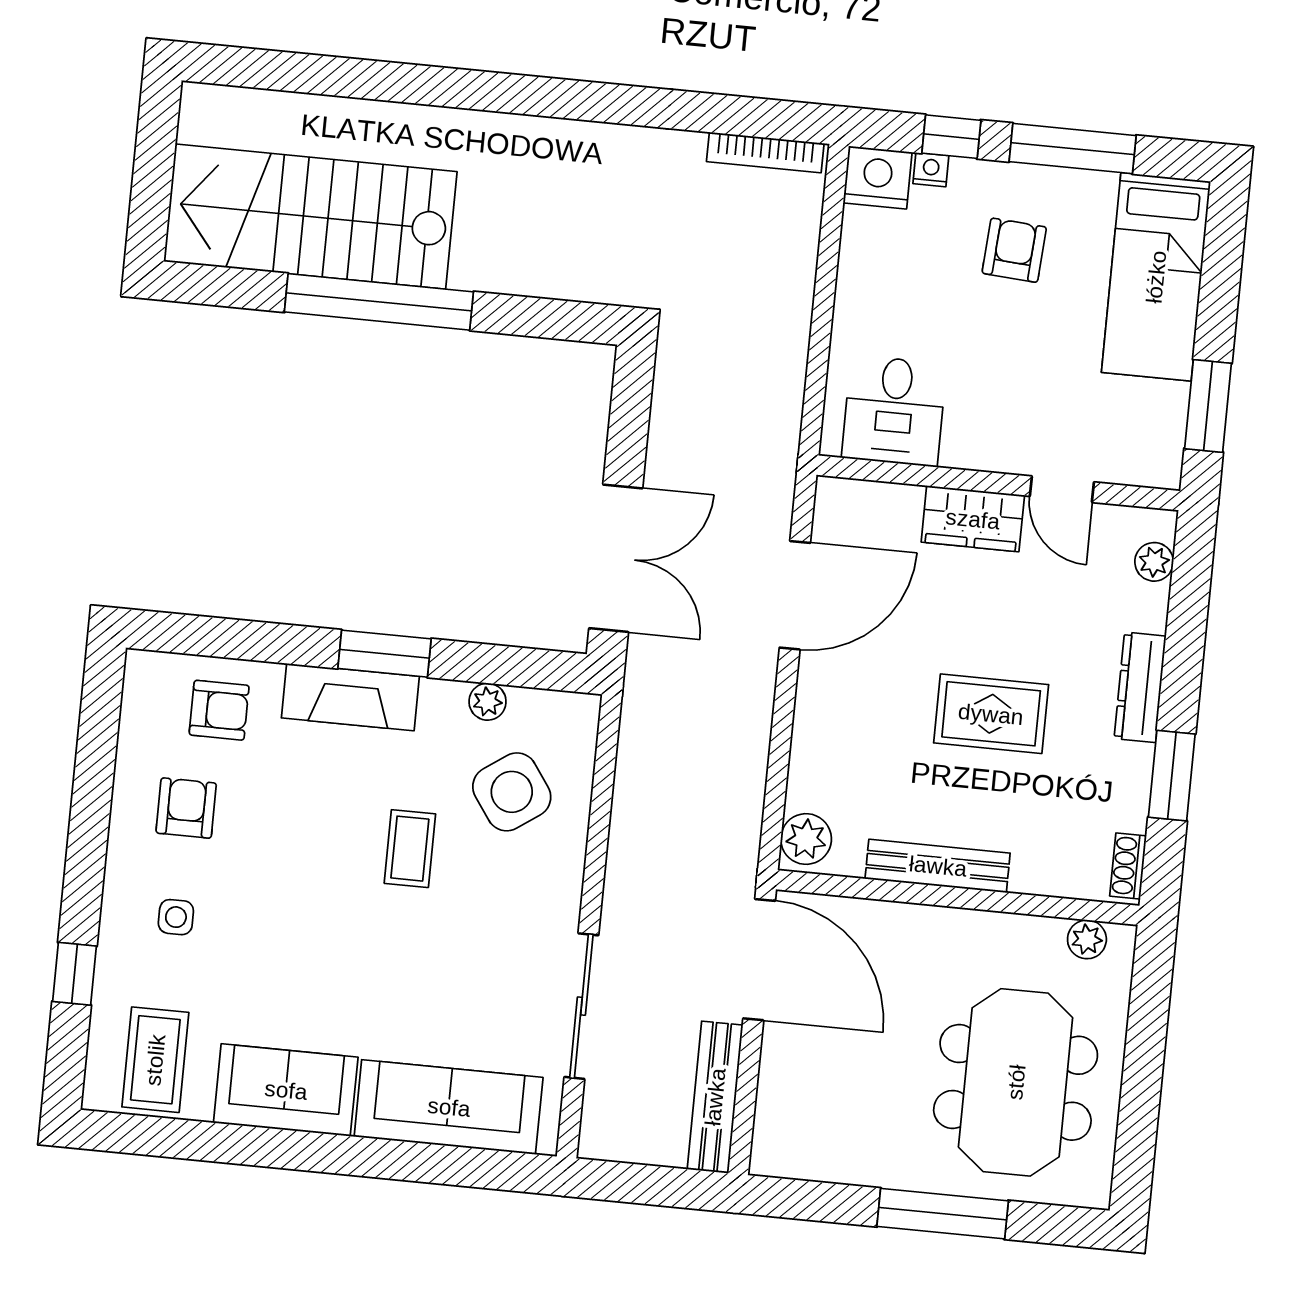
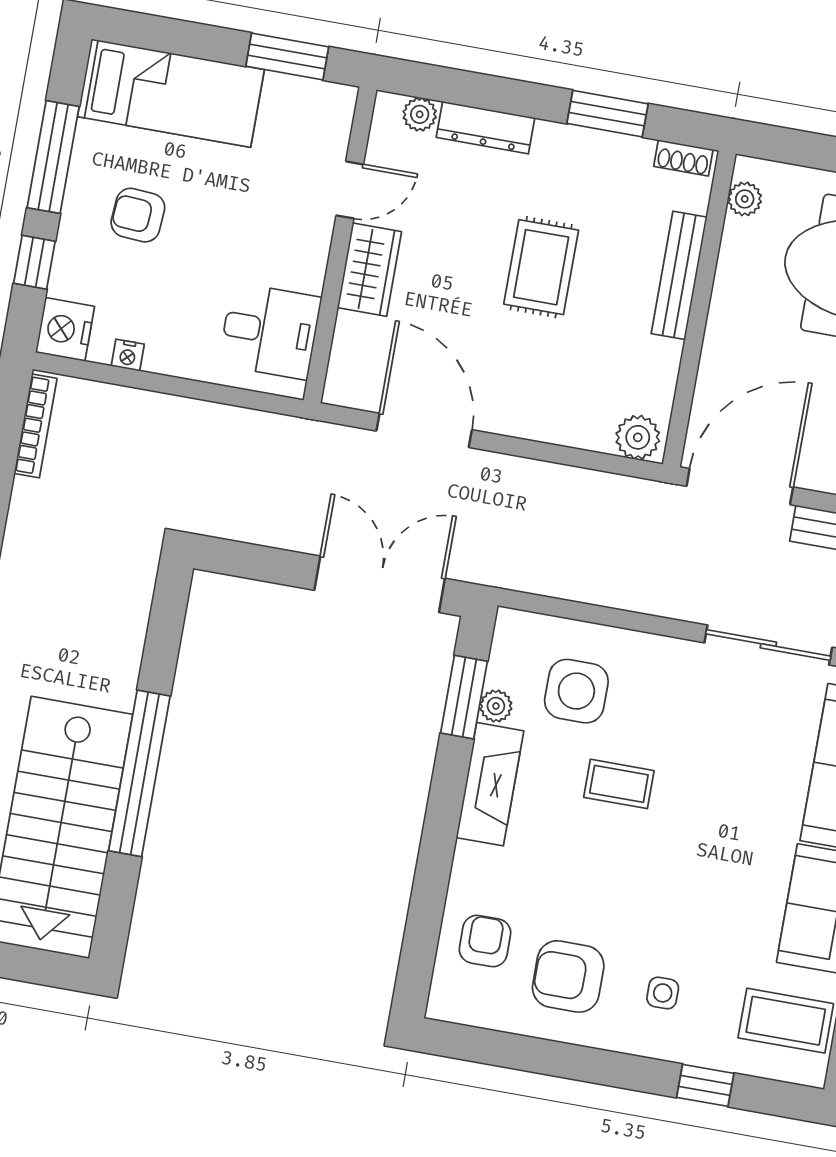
nightstand: (931, 170) -> (128, 355), moved, turned -90
window: (384, 654) -> (464, 697), moved
dresser: (1140, 687) -> (486, 128), moved
fireplace: (350, 697) -> (490, 784), moved
side table: (512, 792) -> (576, 691), turned 35
armchair: (186, 808) -> (568, 976), width x1.38, depth x1.38
bench: (938, 866) -> (679, 275), moved

